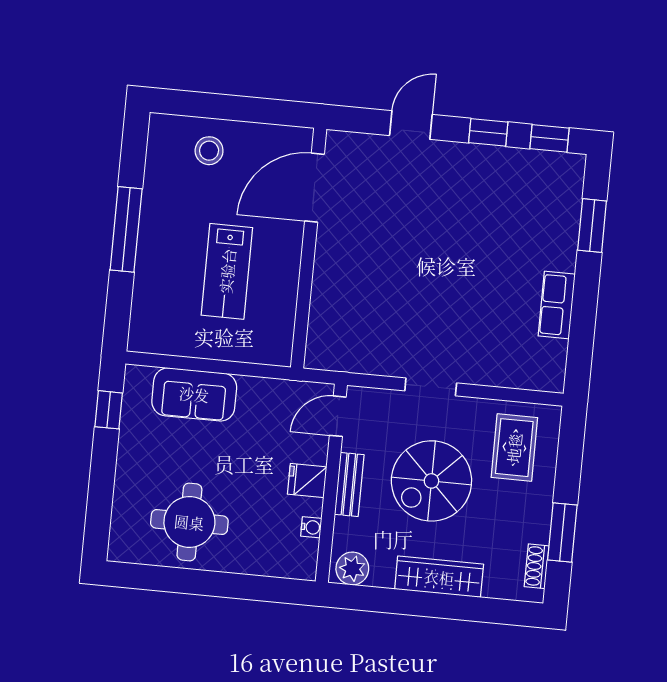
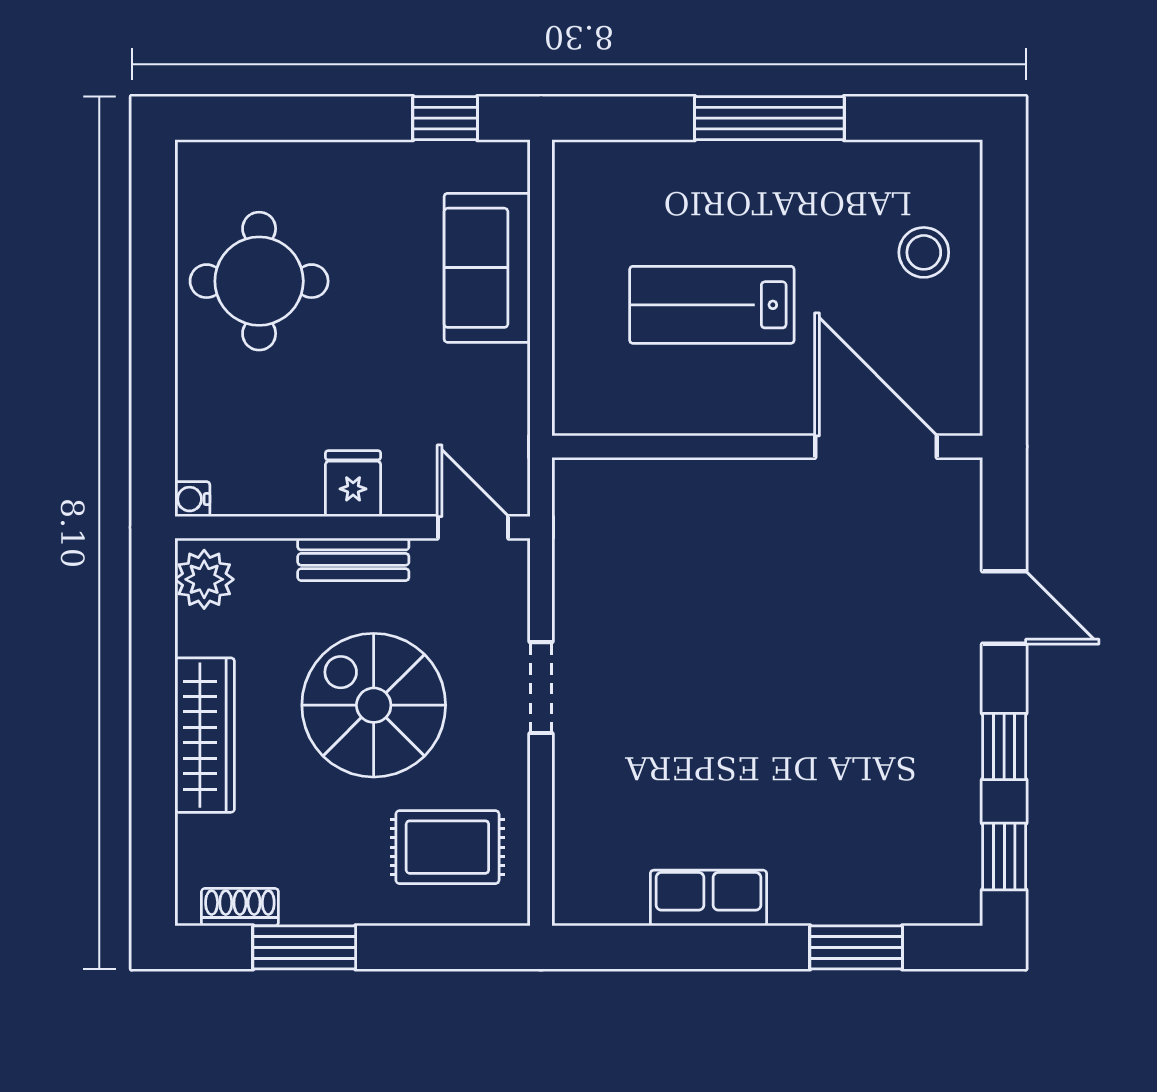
water cooler: (311, 527) -> (192, 499), moved, turned 90

